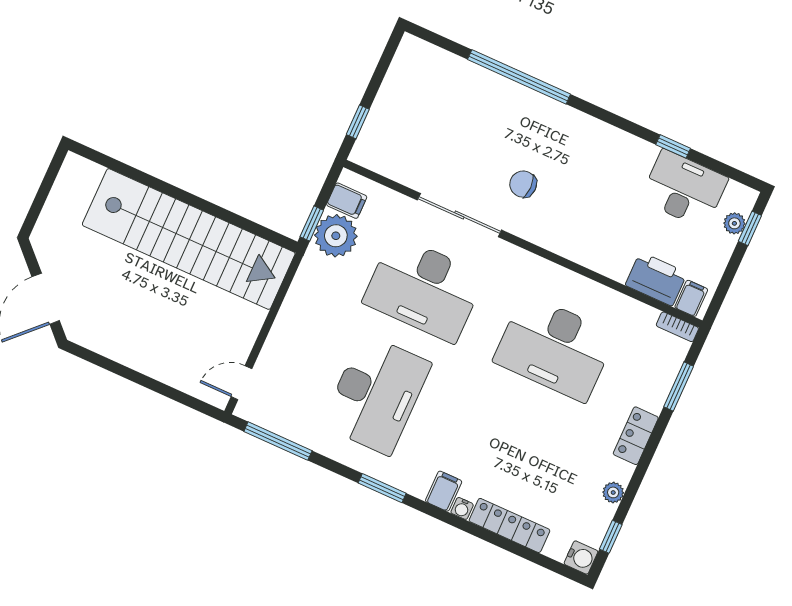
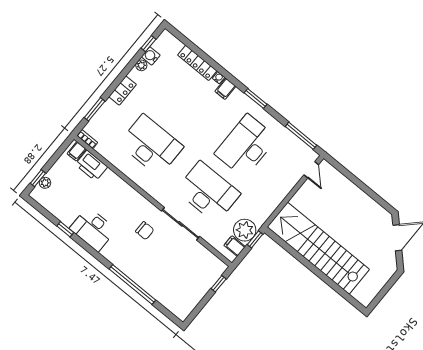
desk: (684, 189) -> (93, 229), moved
door: (241, 383) -> (311, 170), hinge flipped
water cooler: (581, 557) -> (151, 56), moved

